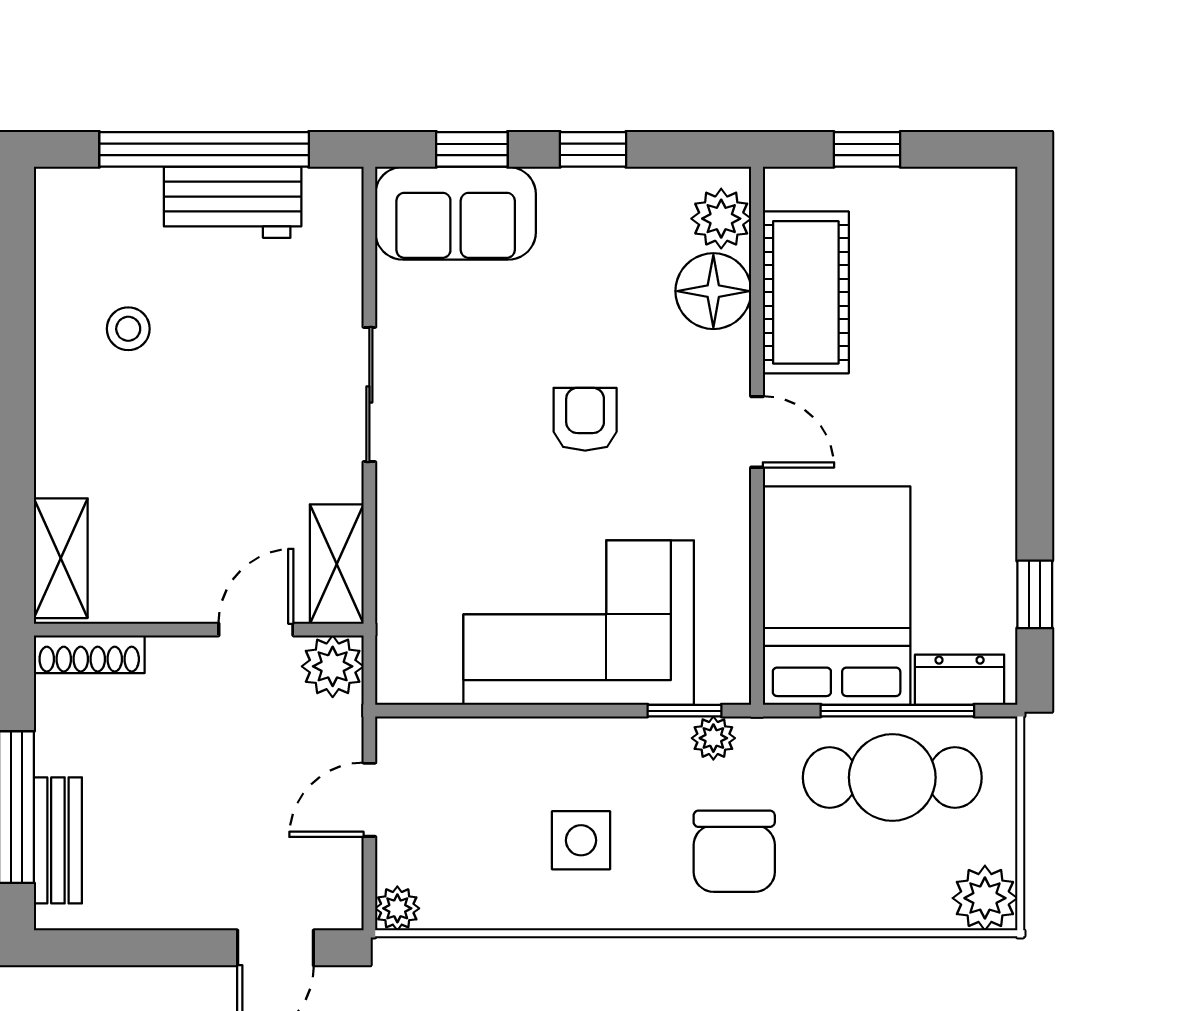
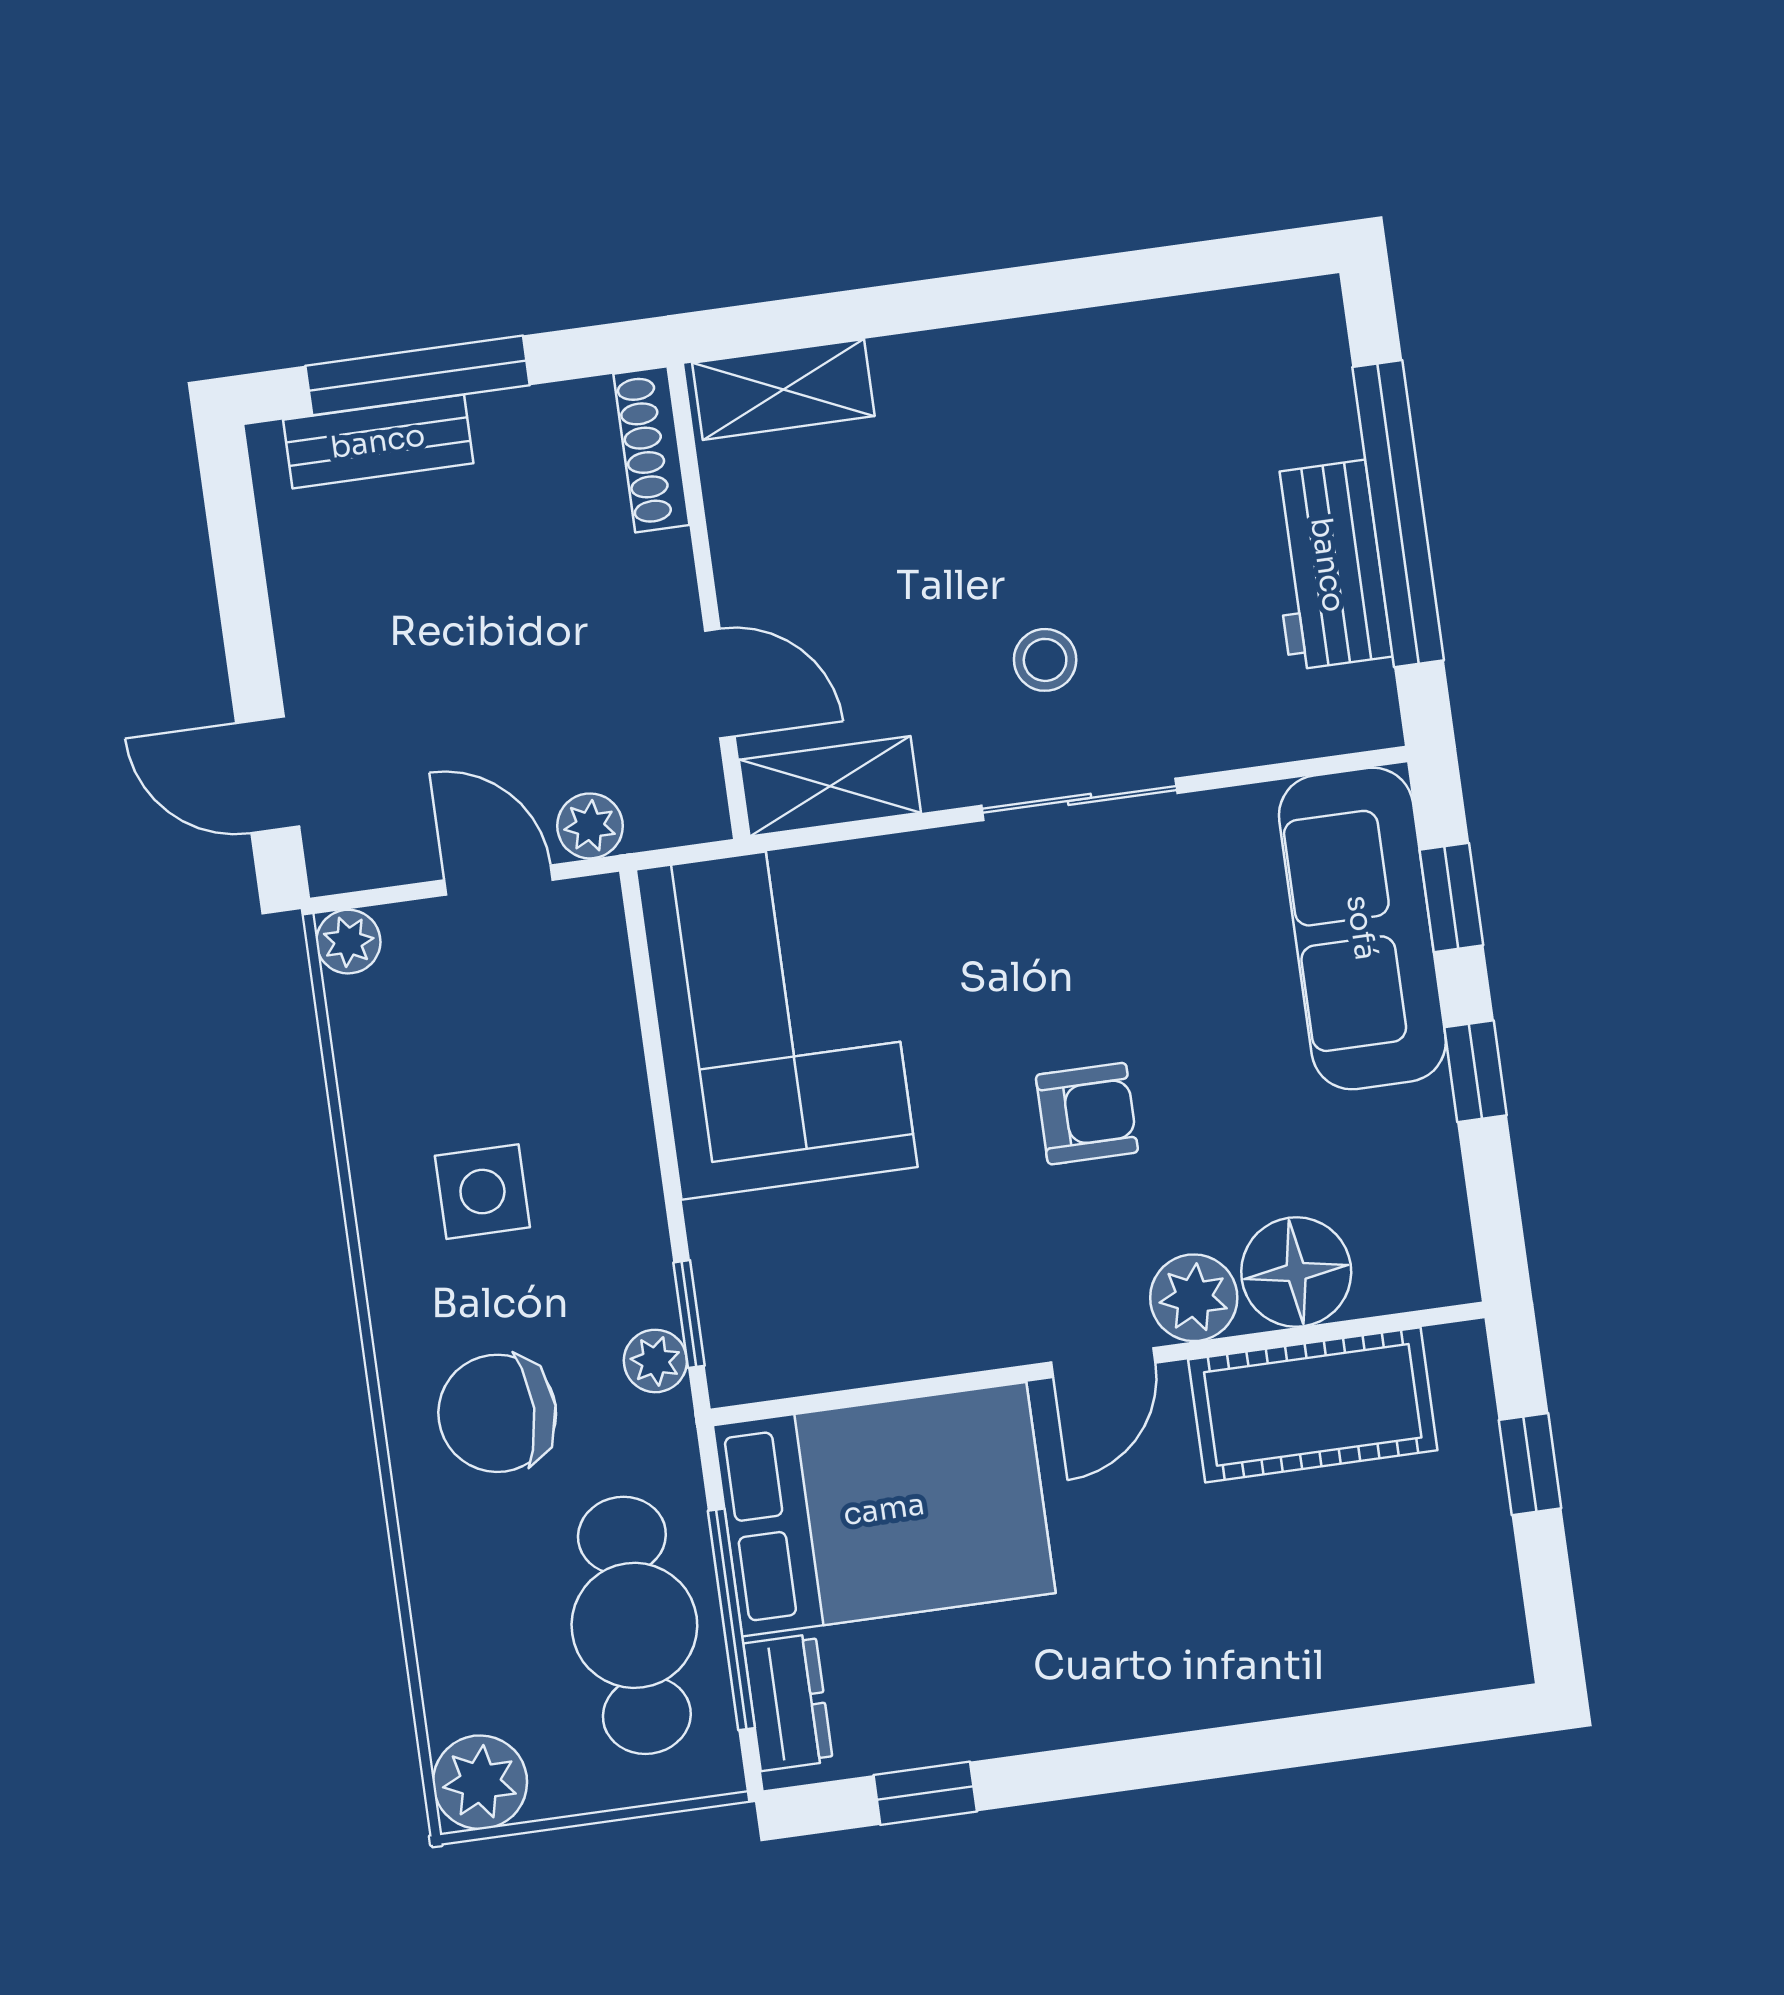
sofa: (456, 213) -> (1362, 928), width x1.36
plant: (721, 219) -> (1194, 1298), moved
stool: (128, 329) -> (1045, 660), moved
corner sofa: (579, 623) -> (777, 1018), moved
plant: (333, 666) -> (590, 826), moved, width x0.73, depth x0.73

